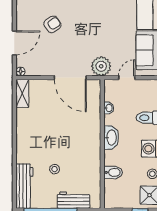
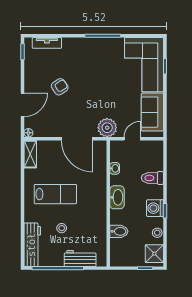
lab bench: (48, 134) -> (55, 194), added

